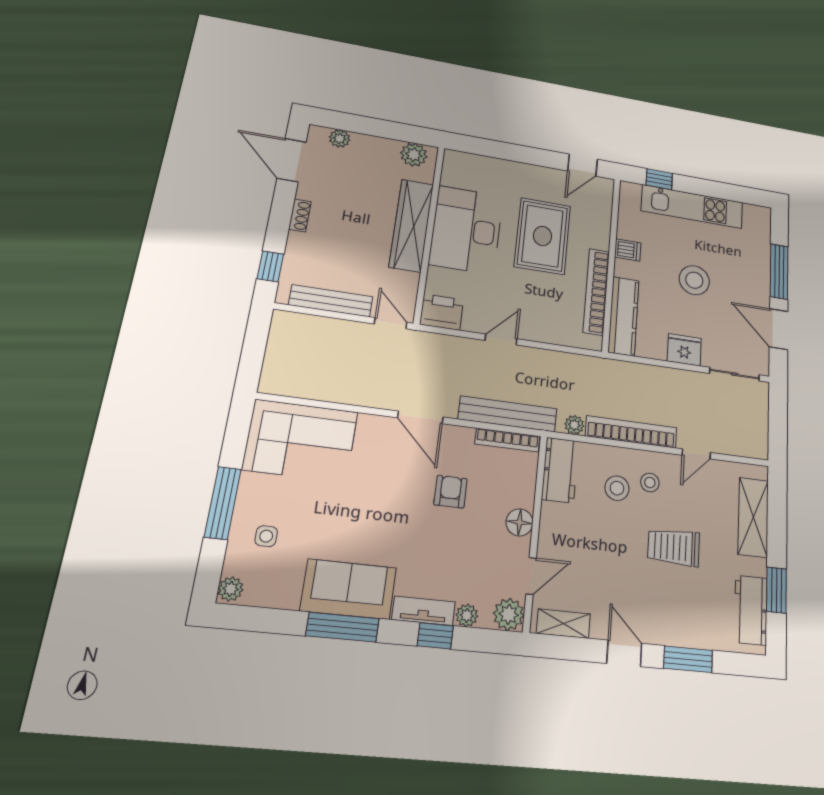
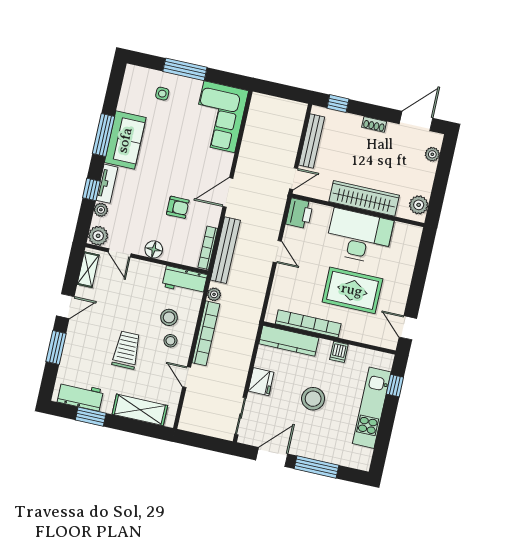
plant: (231, 589) -> (134, 72), removed

